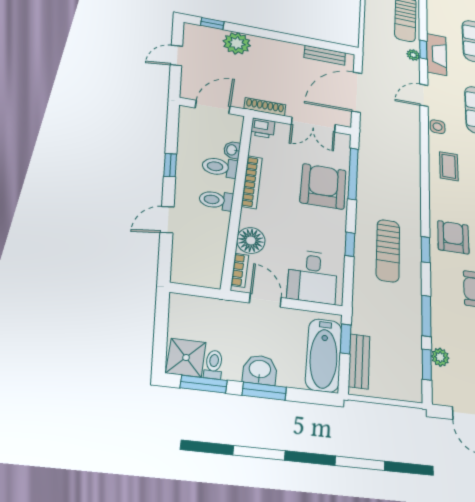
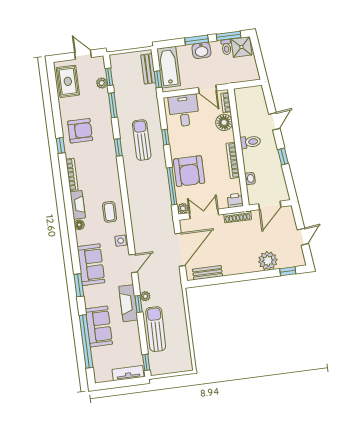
plant: (343, 140) -> (183, 208), added
toilet: (220, 167) -> (254, 164), removed
armchair: (453, 237) -> (101, 161), removed

